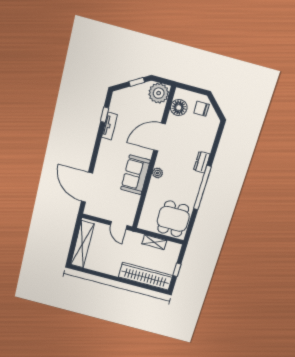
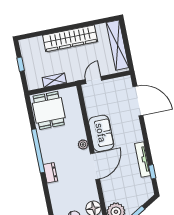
tv unit: (110, 126) -> (143, 159), width x1.41
door: (160, 137) -> (95, 166), moved
door: (119, 225) -> (93, 80), hinge flipped
wardrobe: (145, 276) -> (70, 38), moved

